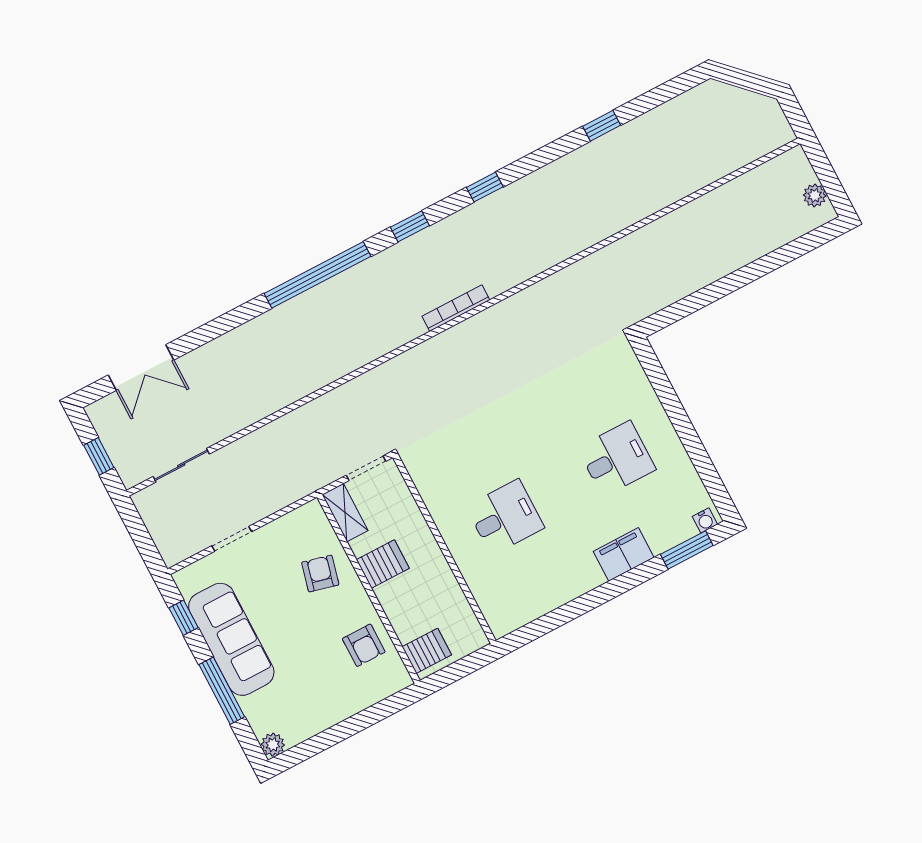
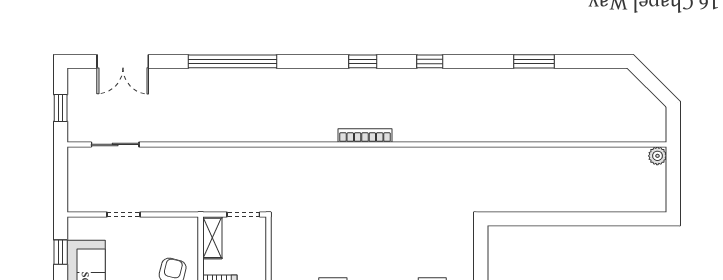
window: (602, 126) -> (534, 61), width x1.50
plant: (815, 195) -> (657, 156), moved
window: (317, 275) -> (233, 61), moved

